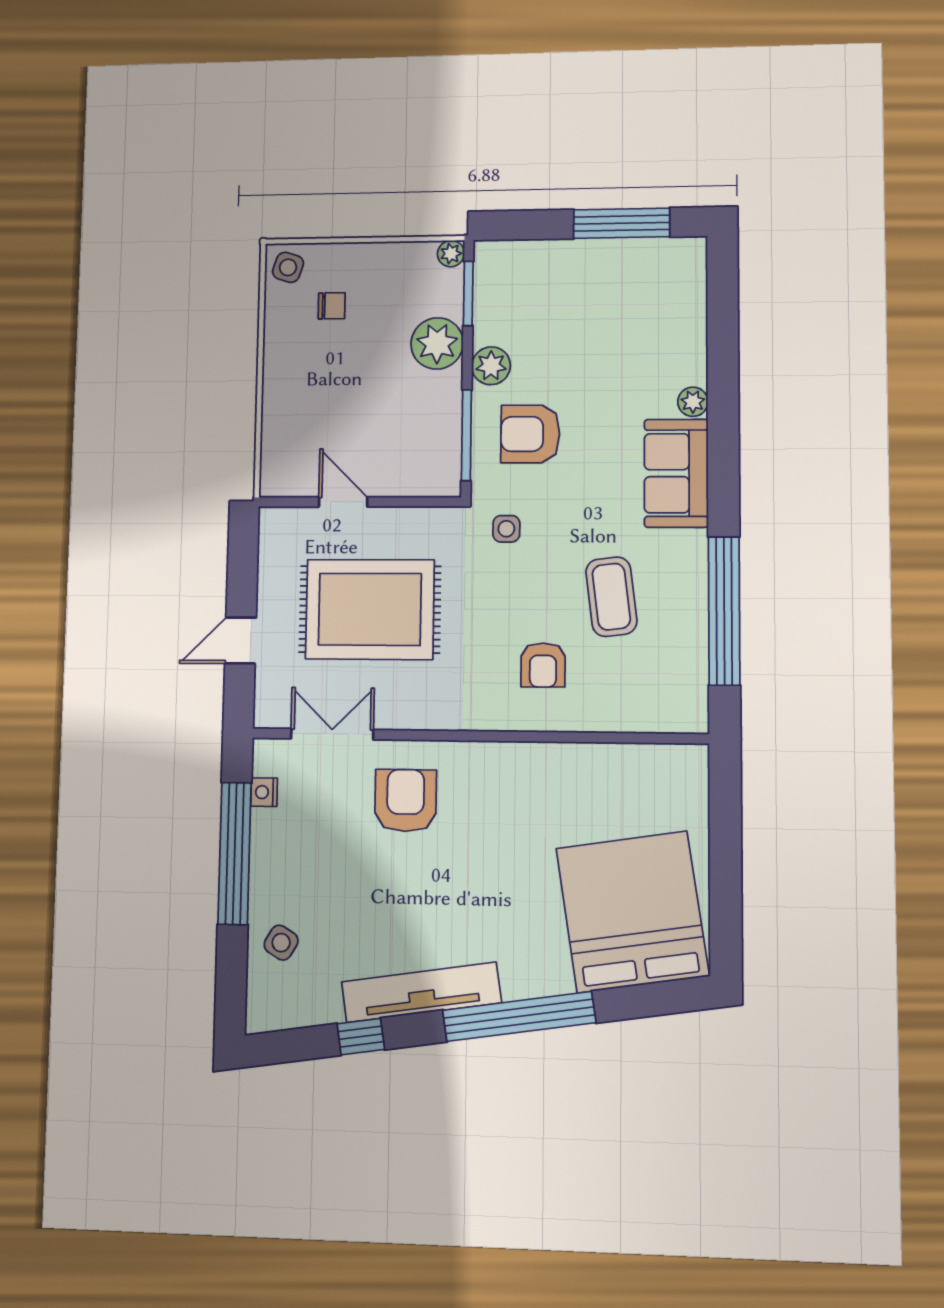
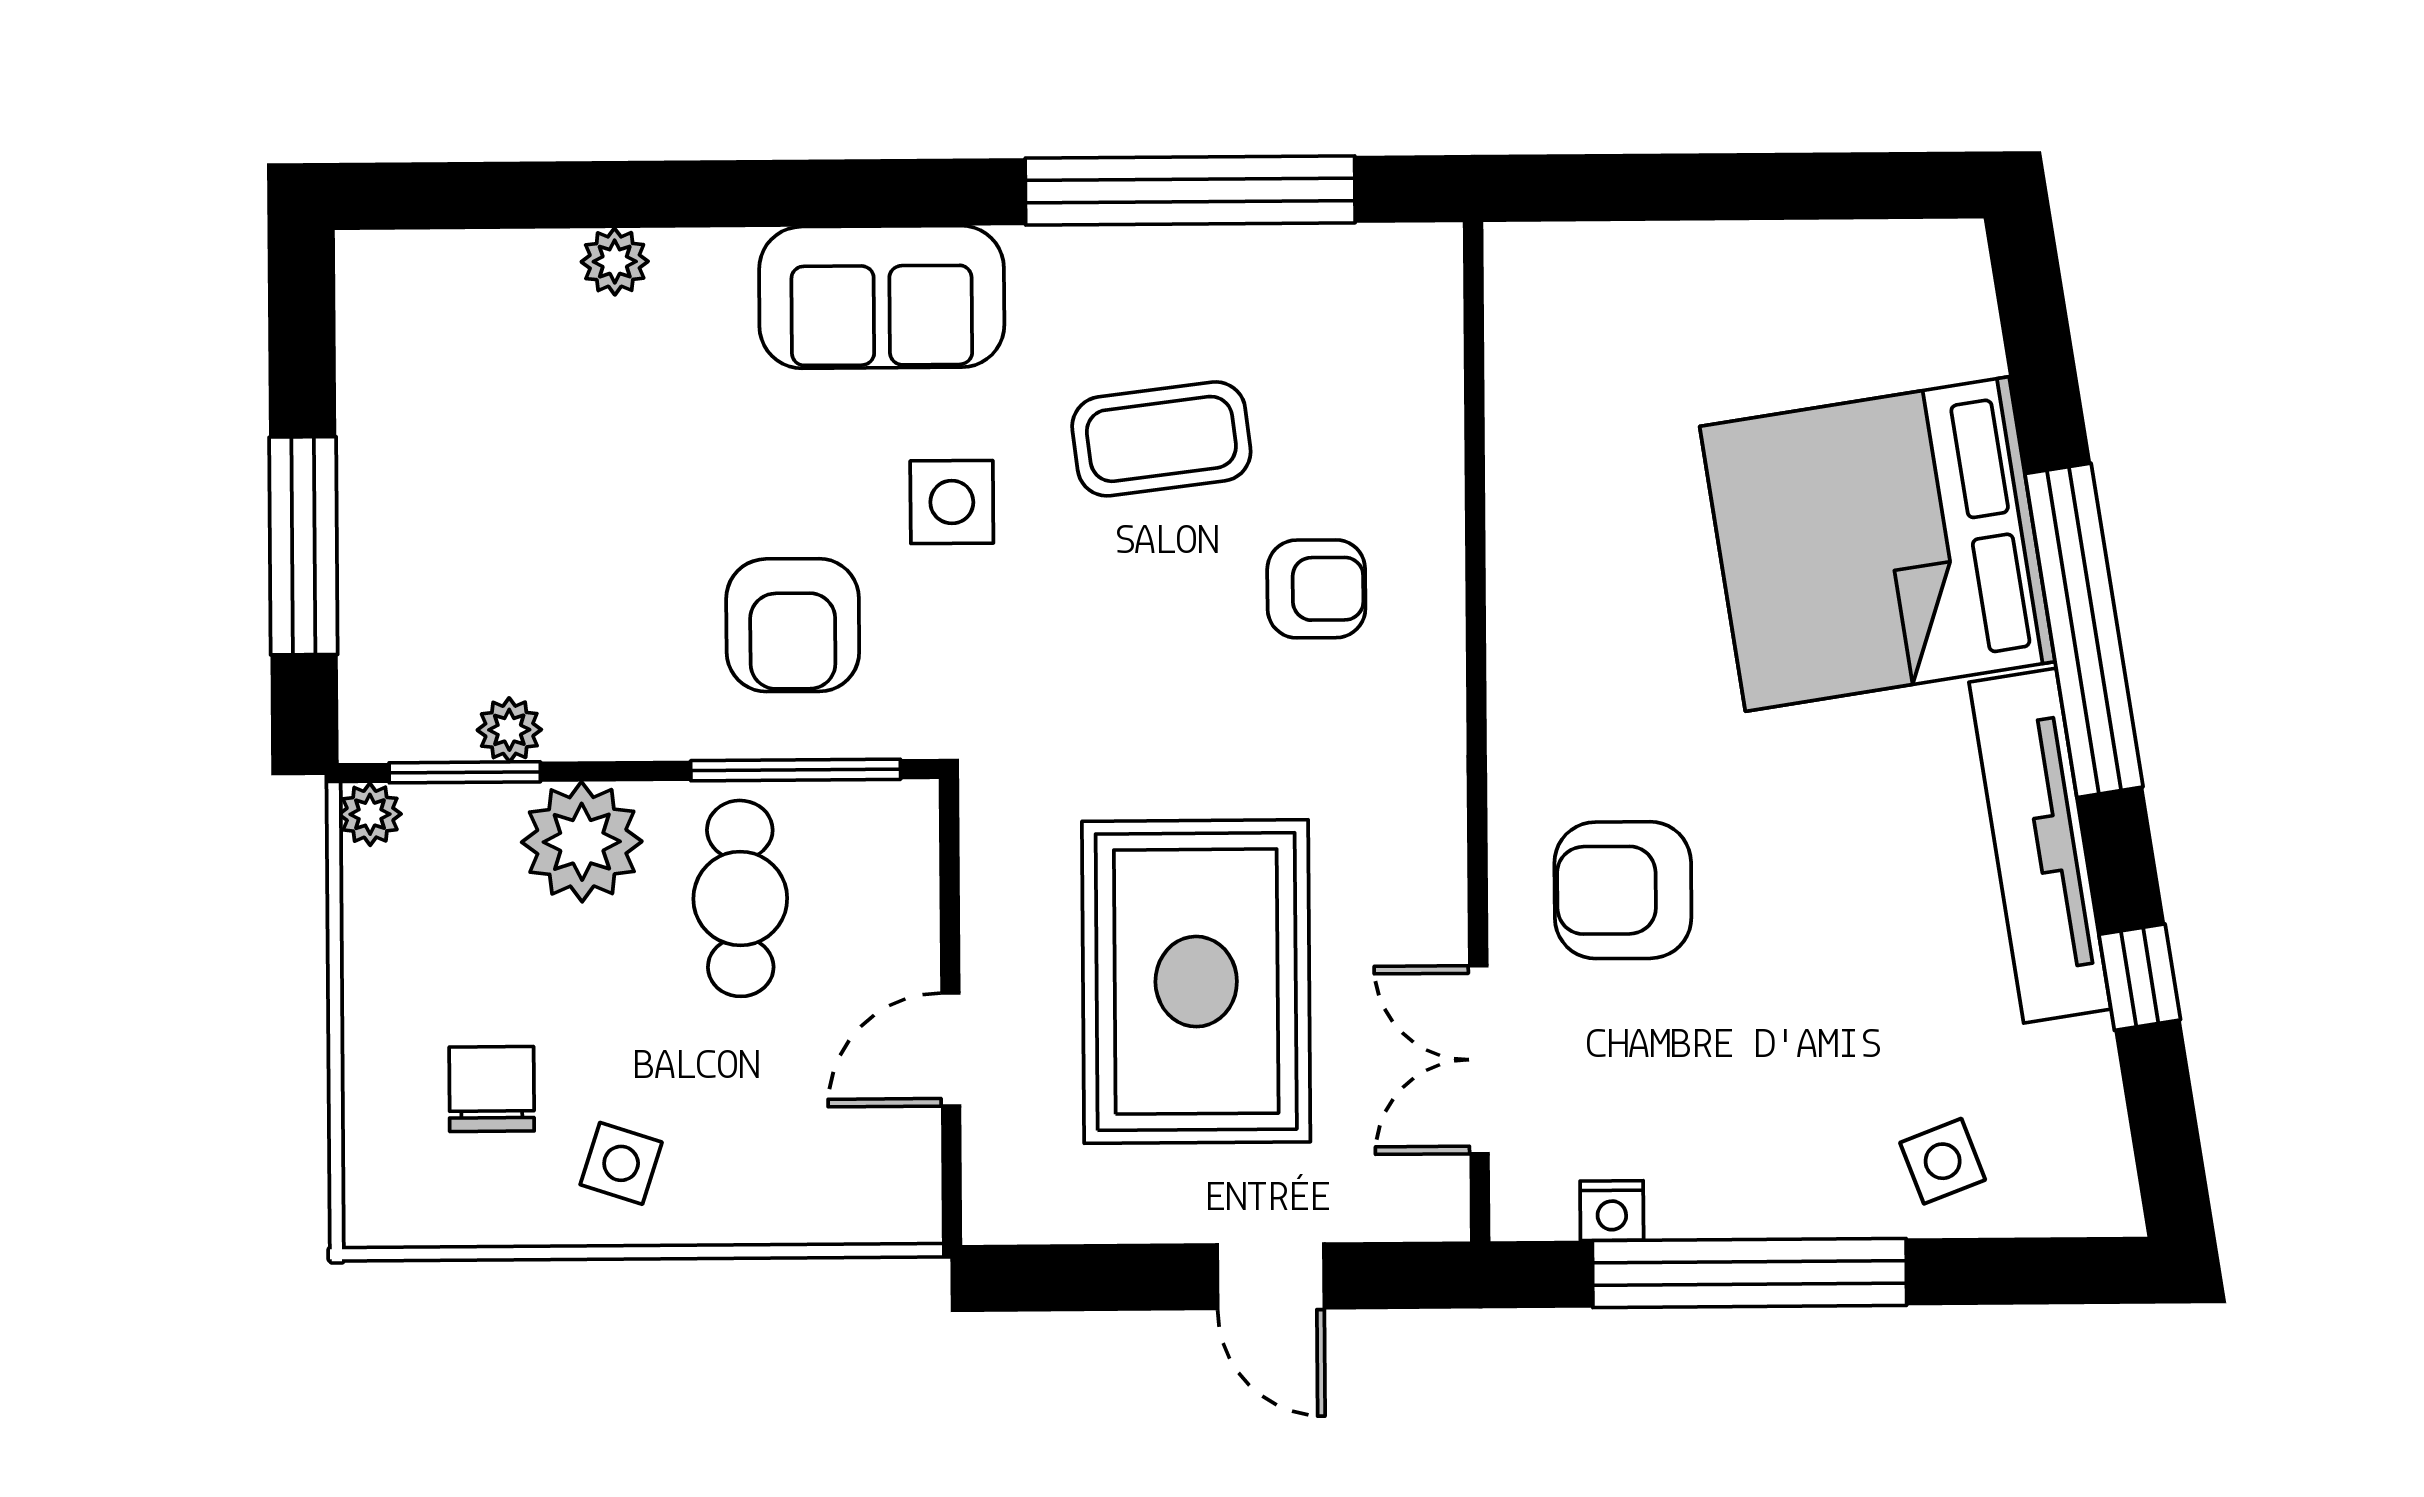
window: (622, 223) -> (303, 546), moved
side table: (288, 267) -> (621, 1163), moved
chair: (332, 306) -> (492, 1089), width x1.37, depth x1.37
plant: (491, 366) -> (509, 730), moved, width x0.73, depth x0.73
plant: (693, 402) -> (615, 262), moved
cafe table: (411, 411) -> (740, 898), added
side table: (506, 529) -> (952, 502), moved, width x1.37, depth x1.37
bed: (632, 912) -> (1877, 544), moved
side table: (281, 943) -> (1943, 1161), turned 38

